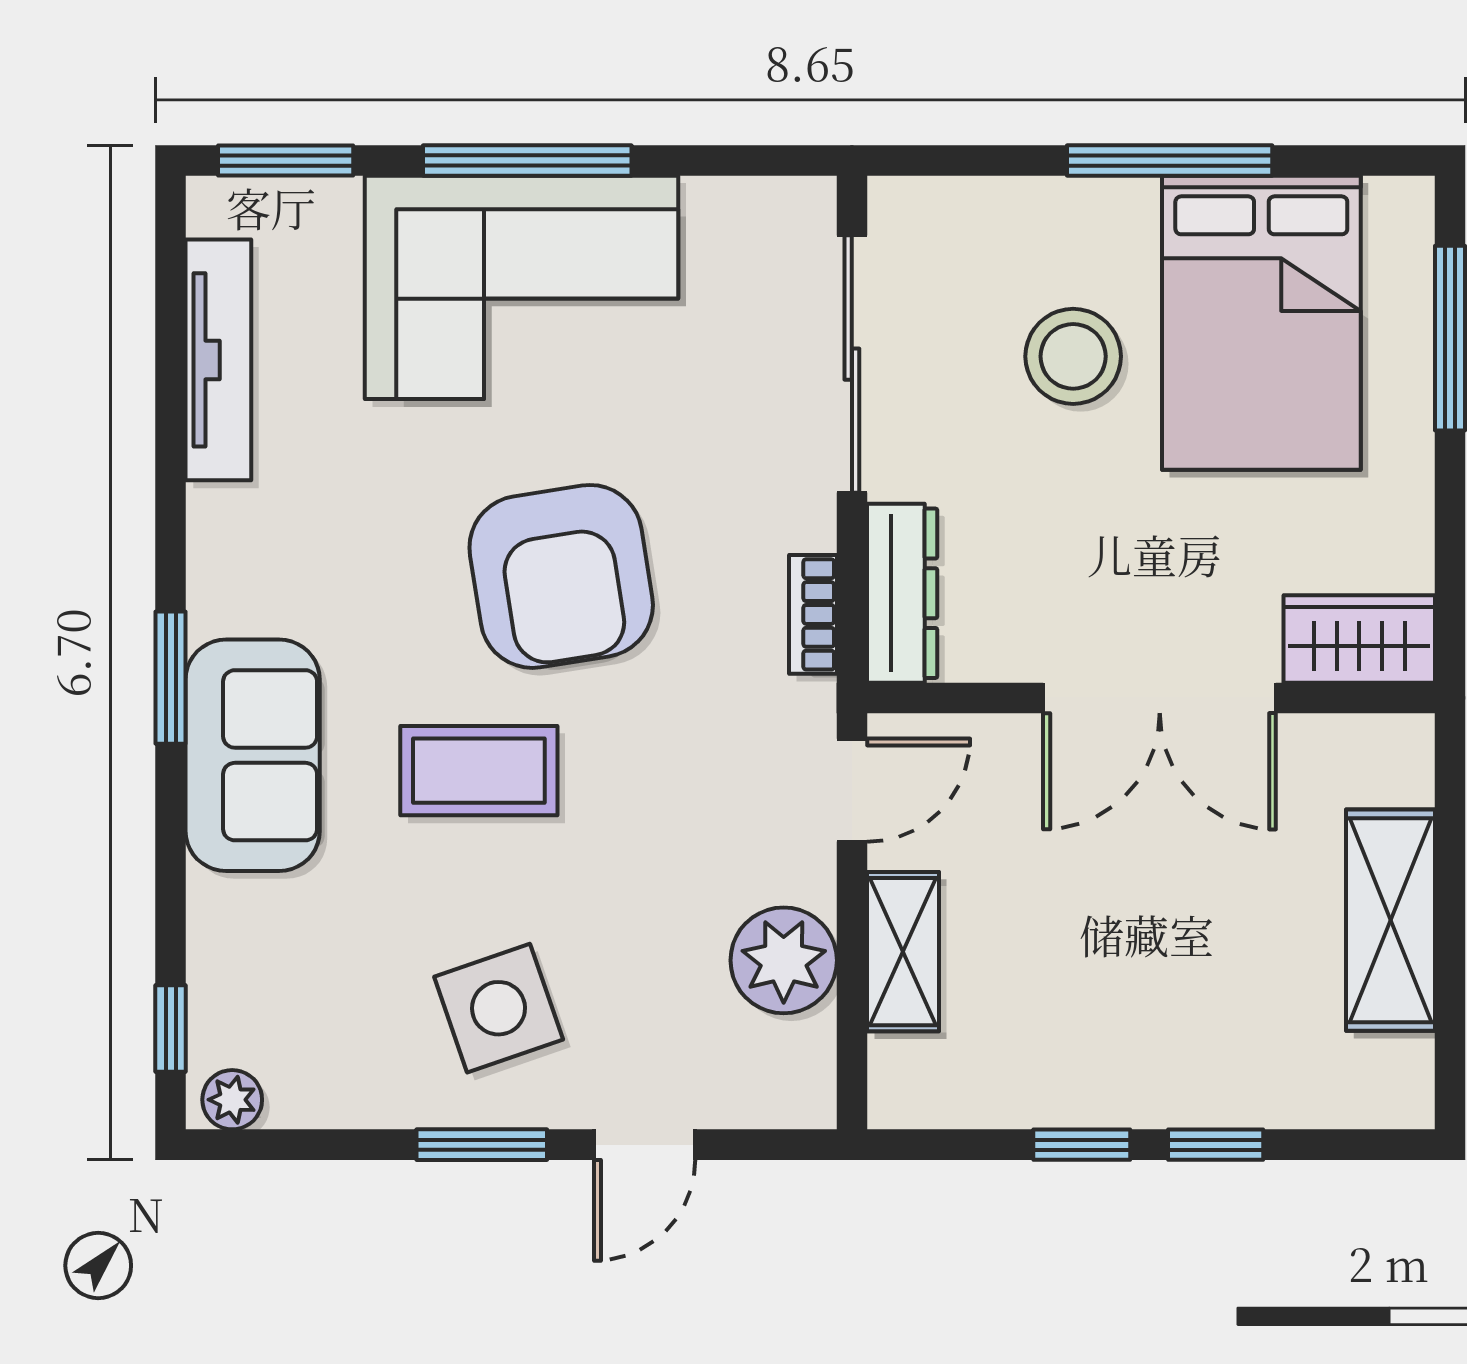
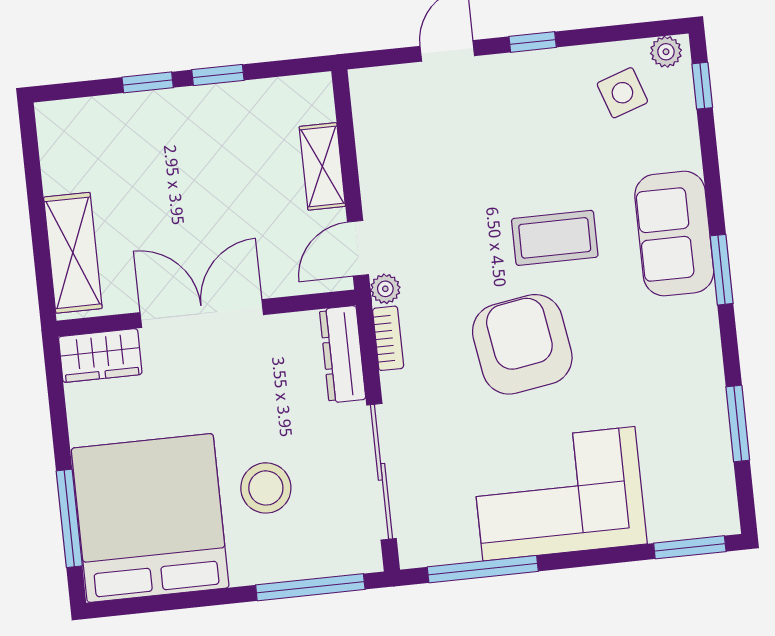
window: (527, 160) -> (483, 569), moved
window: (1170, 160) -> (310, 587), moved
bed: (1261, 323) -> (150, 518), width x1.36
tv unit: (218, 360) -> (714, 439), removed
window: (171, 385) -> (738, 423), added
shelving: (1390, 920) -> (73, 253), moved
plant: (784, 960) -> (385, 289), moved, width x0.53, depth x0.53
side table: (499, 1008) -> (622, 93), moved, width x0.73, depth x0.73
window: (482, 1145) -> (533, 42), width x0.67

